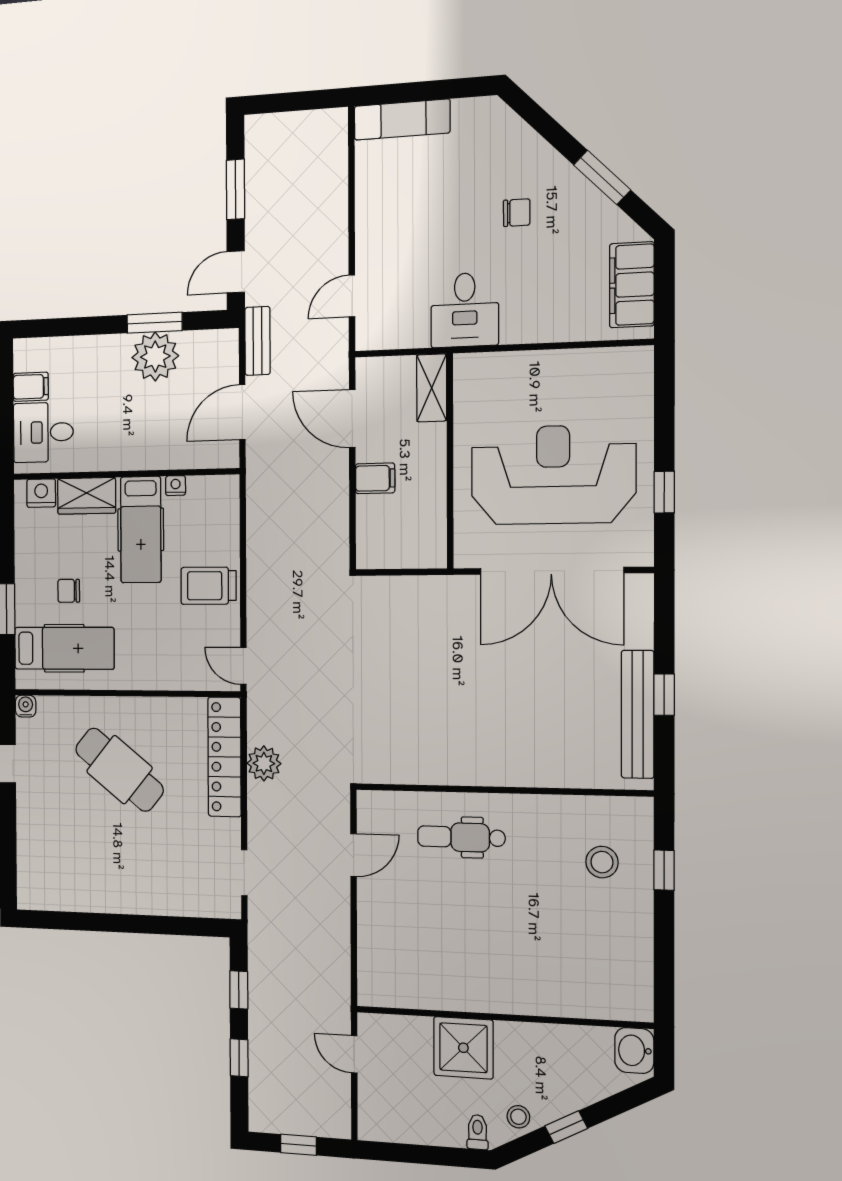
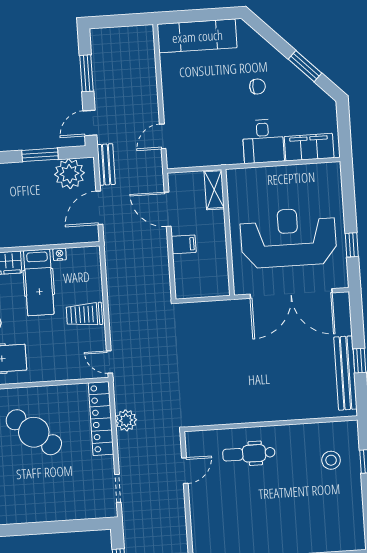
exam couch: (402, 119) -> (197, 36), width x1.36, depth x1.45
filing cabinet: (632, 285) -> (309, 147), moved, turned 90
desk: (465, 310) -> (263, 141), moved
plant: (155, 357) -> (69, 174), moved

